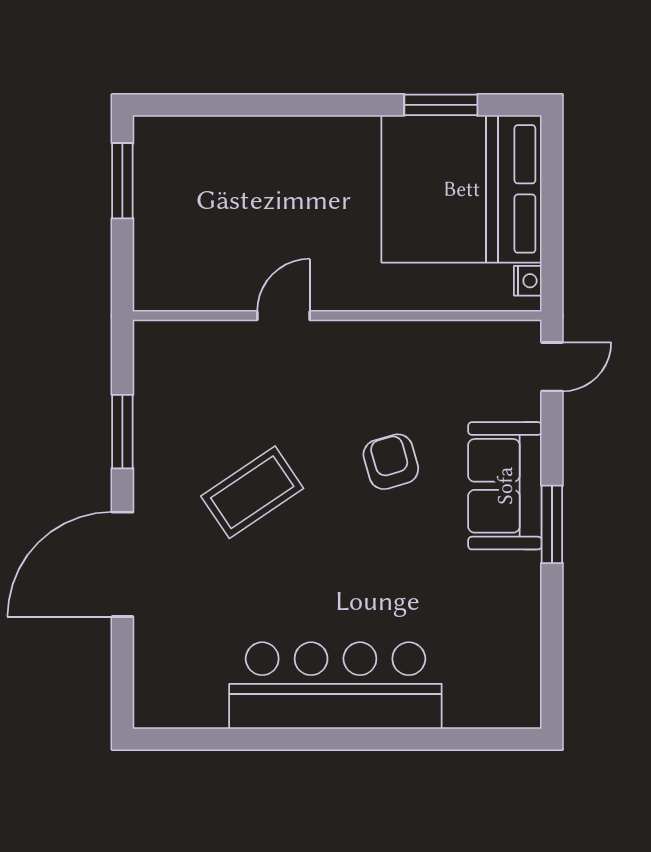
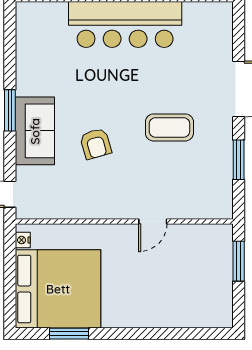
window: (122, 181) -> (239, 261), moved
coffee table: (252, 492) -> (169, 127), turned 34

